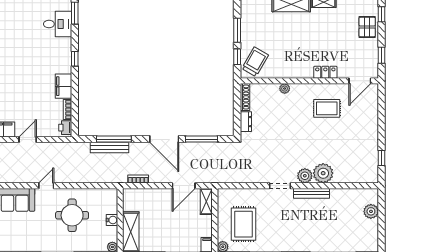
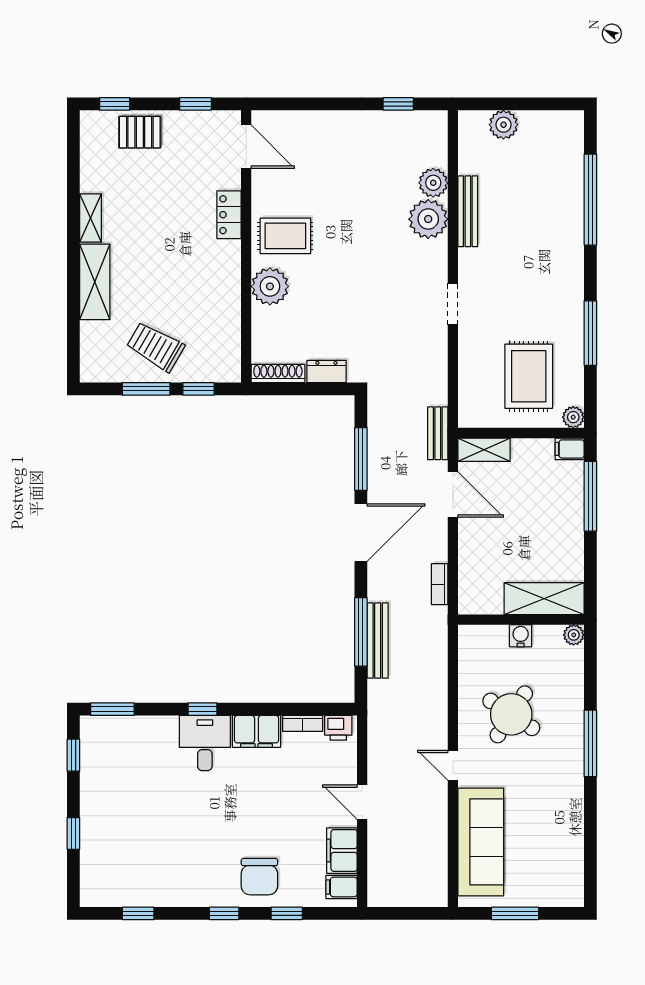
desk: (58, 24) -> (205, 743), moved
trolley: (255, 62) -> (156, 347), moved
plant: (285, 89) -> (270, 286), width x1.88, depth x1.88
rug: (327, 108) -> (285, 236), moved, turned 90
plant: (305, 176) -> (433, 183), moved
bench: (215, 178) -> (438, 433), added
bench: (311, 193) -> (468, 211), moved
round table: (72, 215) -> (511, 714), turned 33
rug: (243, 224) -> (529, 376), turned 90

